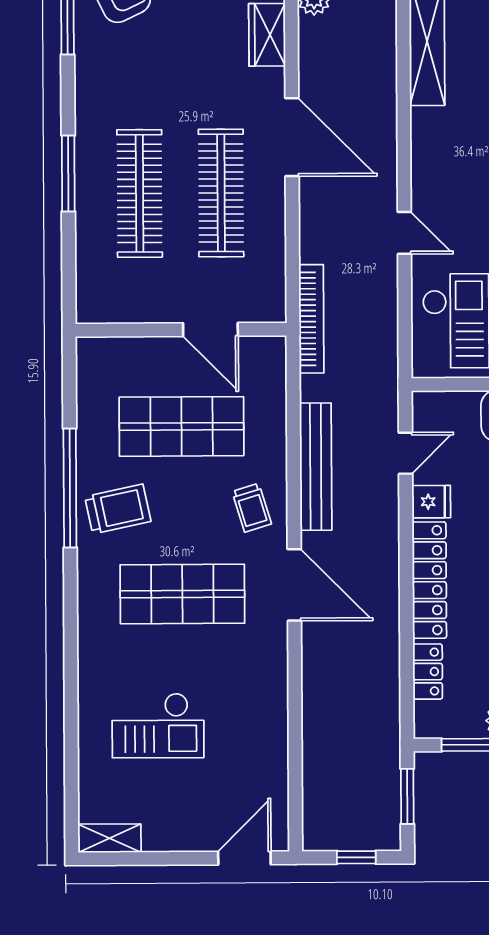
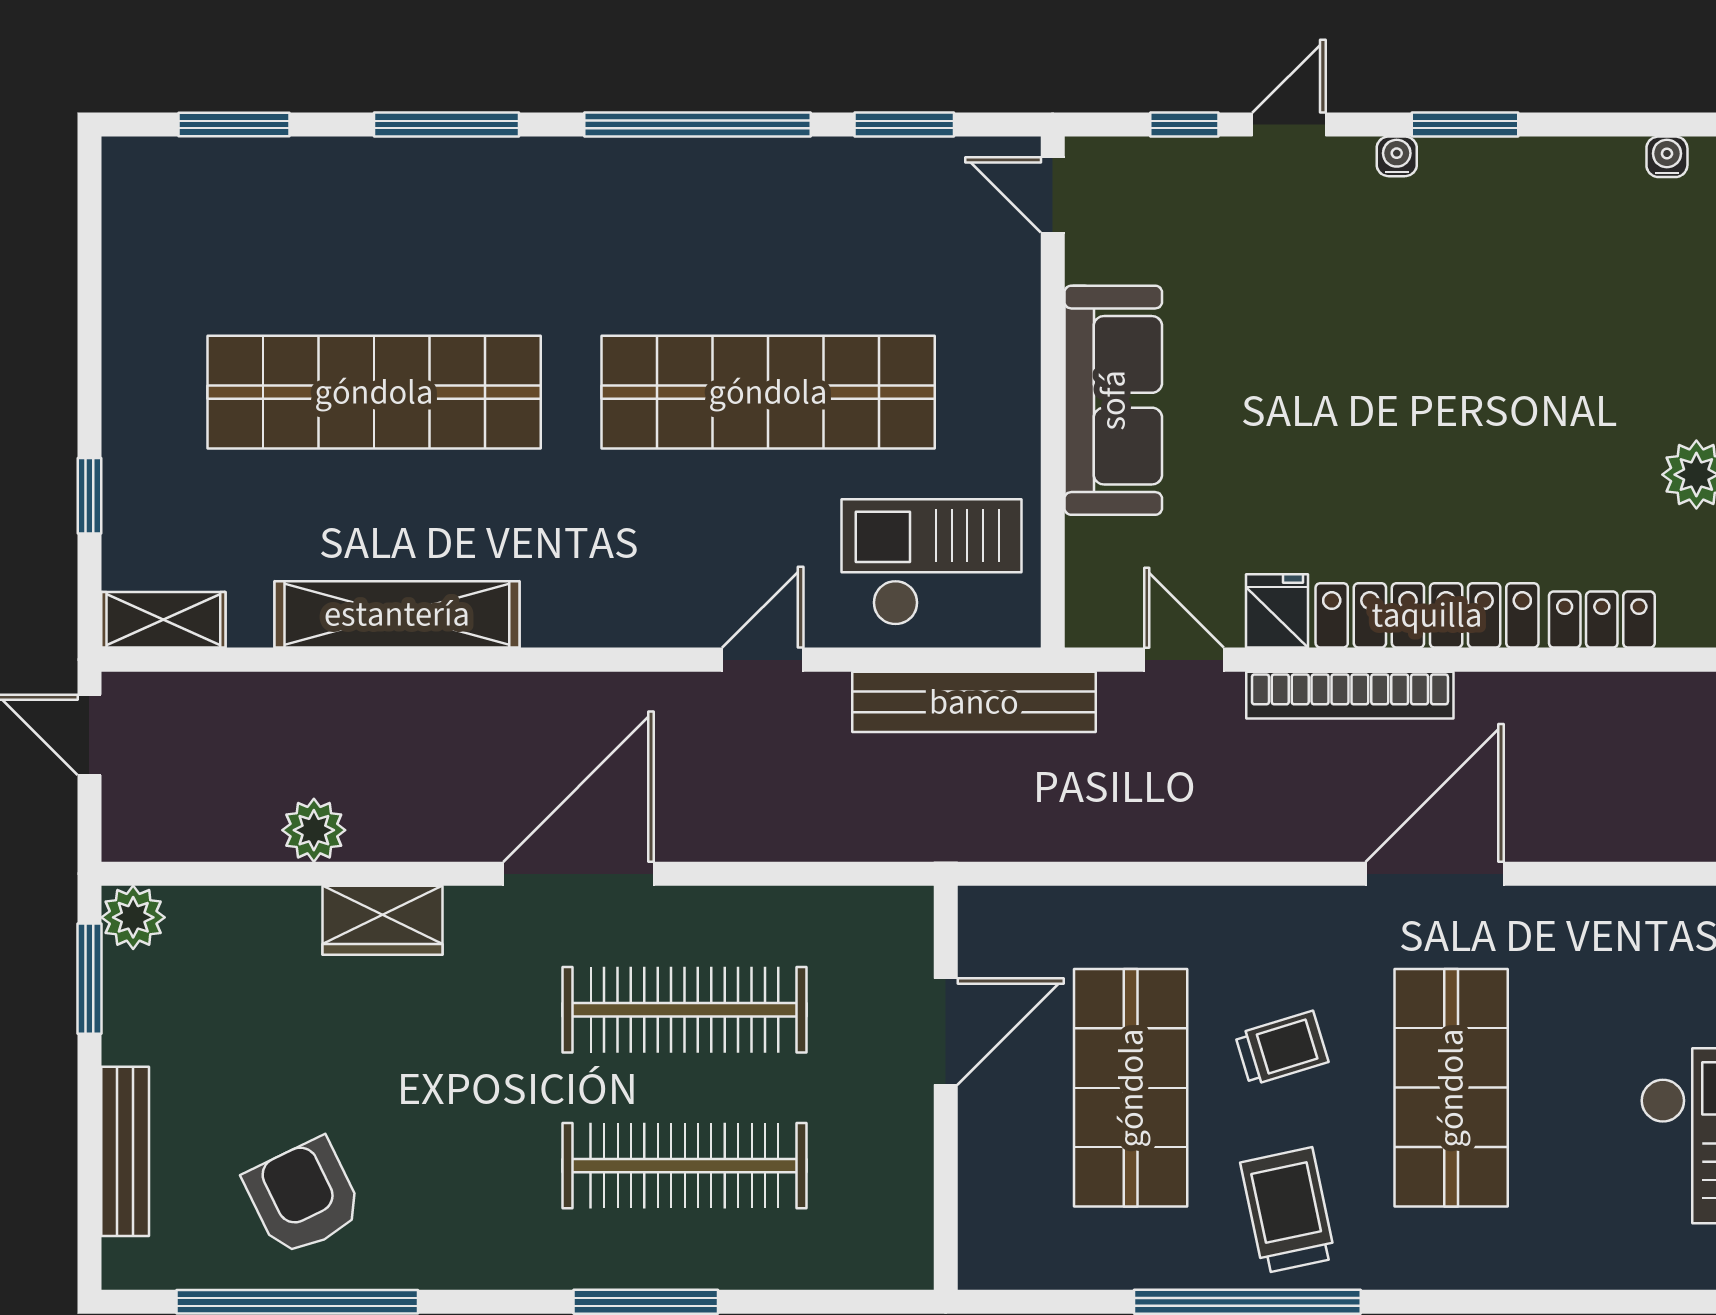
bookcase: (311, 319) -> (1350, 695), moved, turned 180
bench: (316, 467) -> (974, 702), moved
trolley: (252, 508) -> (1282, 1048), moved

